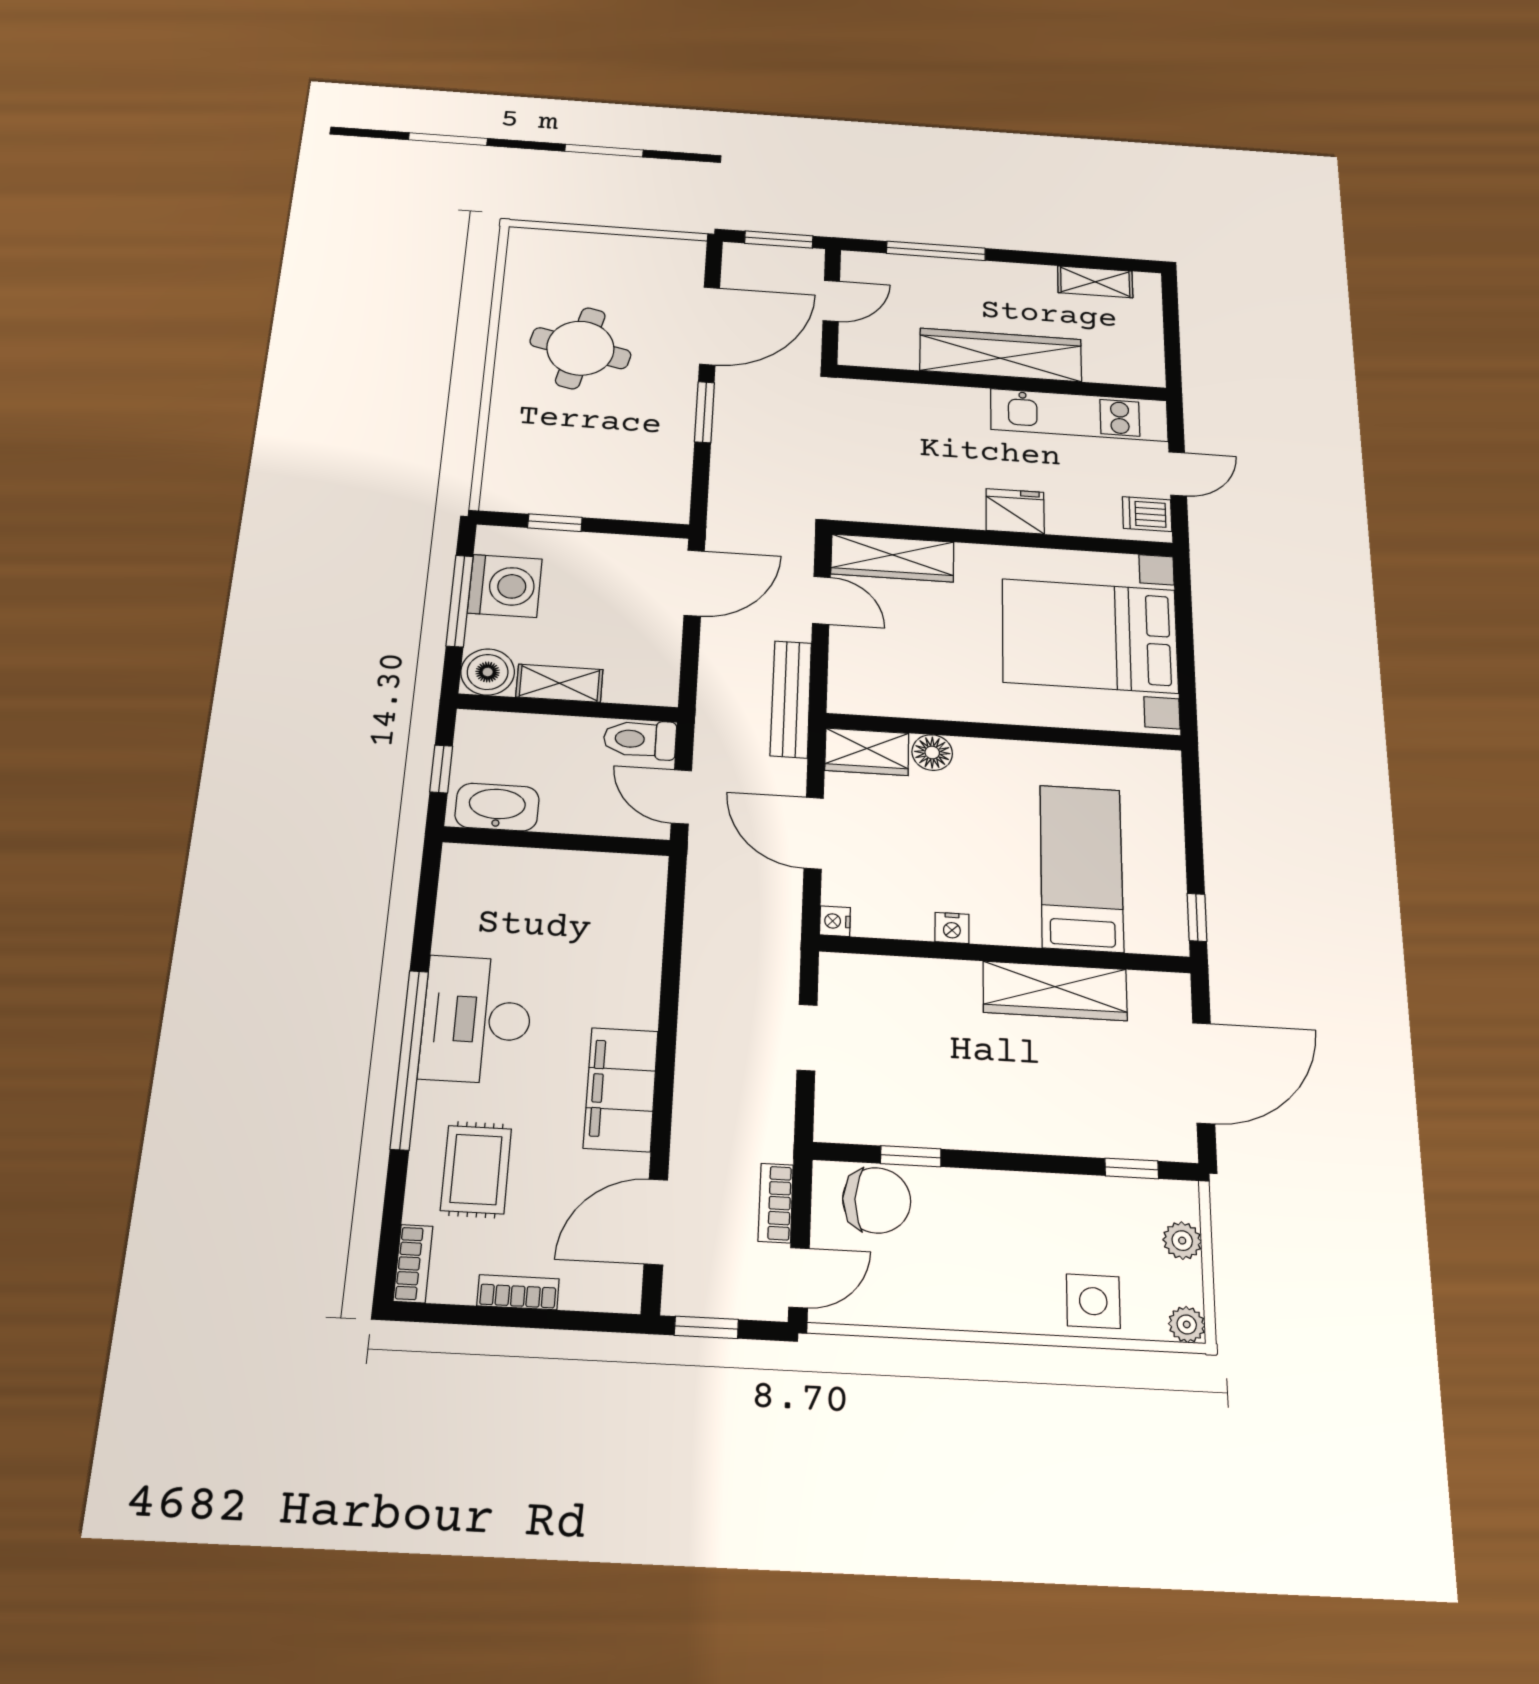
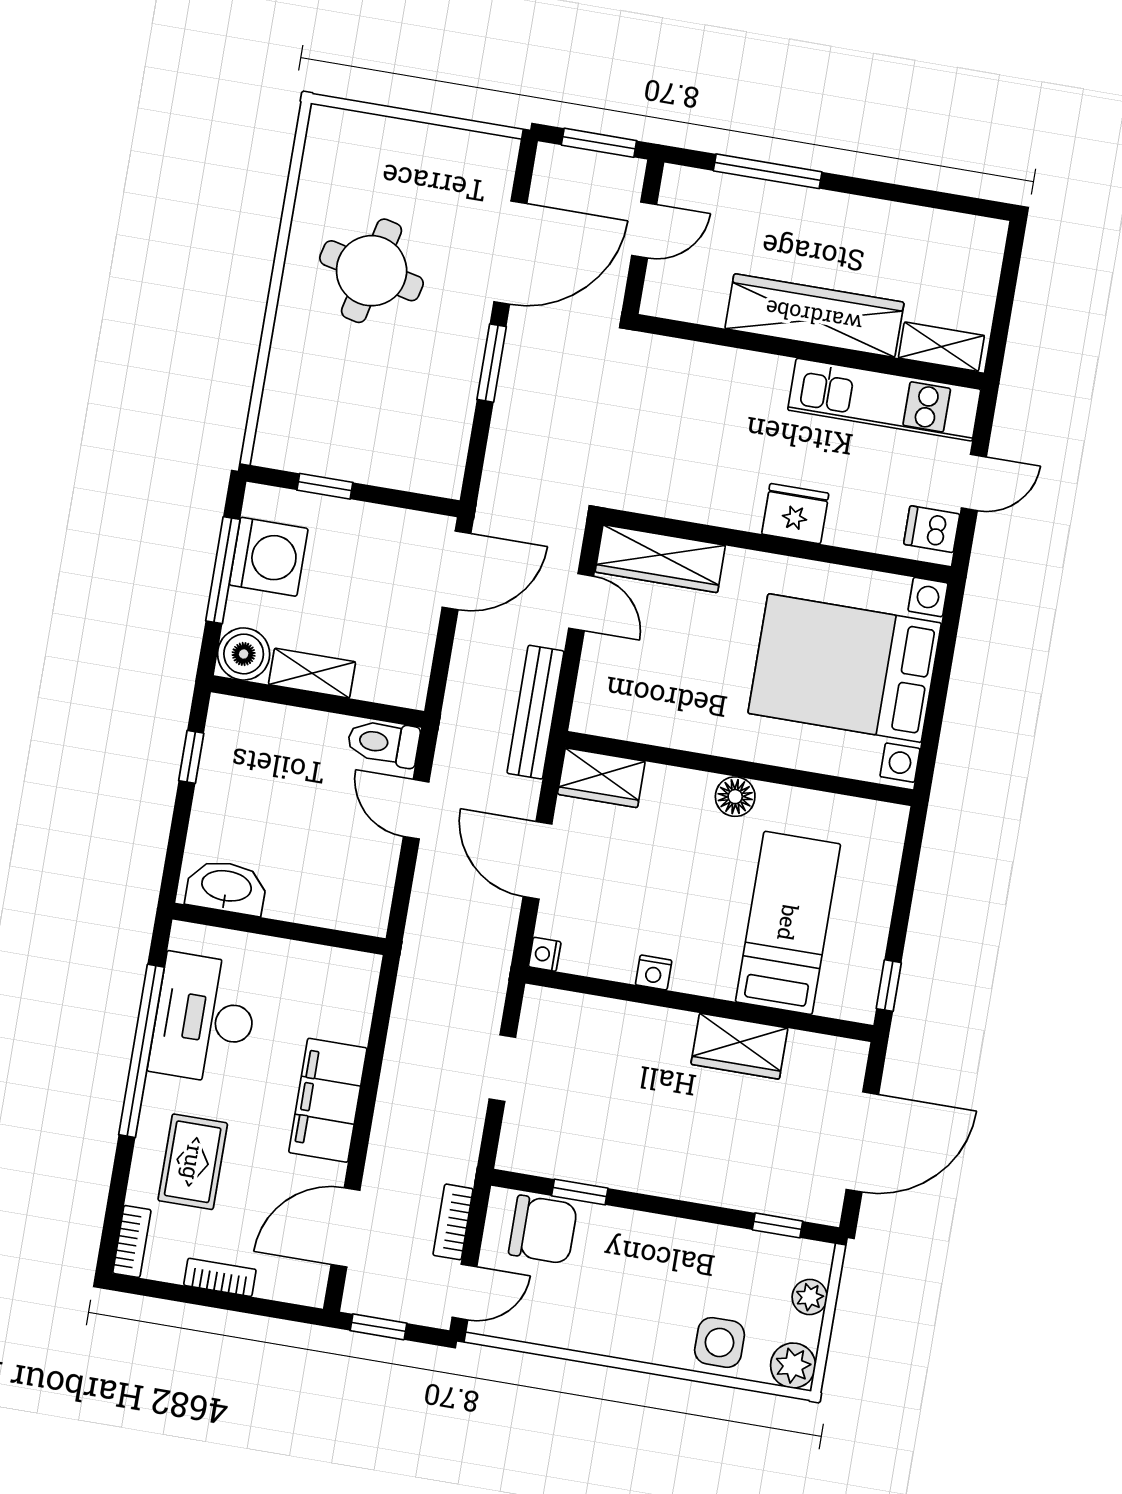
shelving: (1095, 282) -> (941, 347), moved
floor lamp: (932, 753) -> (735, 797), moved
washbasin: (497, 807) -> (226, 887), moved
wall: (556, 841) -> (279, 929), moved
wardrobe: (1055, 991) -> (739, 1046), width x0.67
plant: (1187, 1324) -> (793, 1366), width x1.38, depth x1.38

